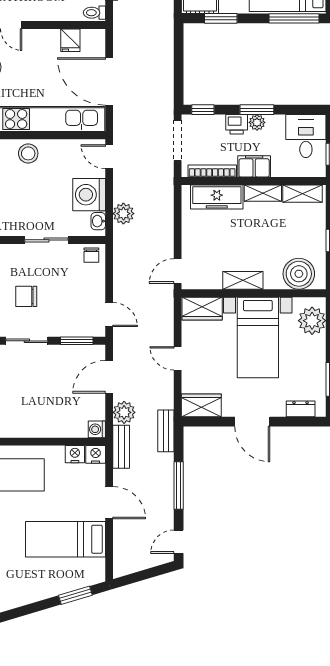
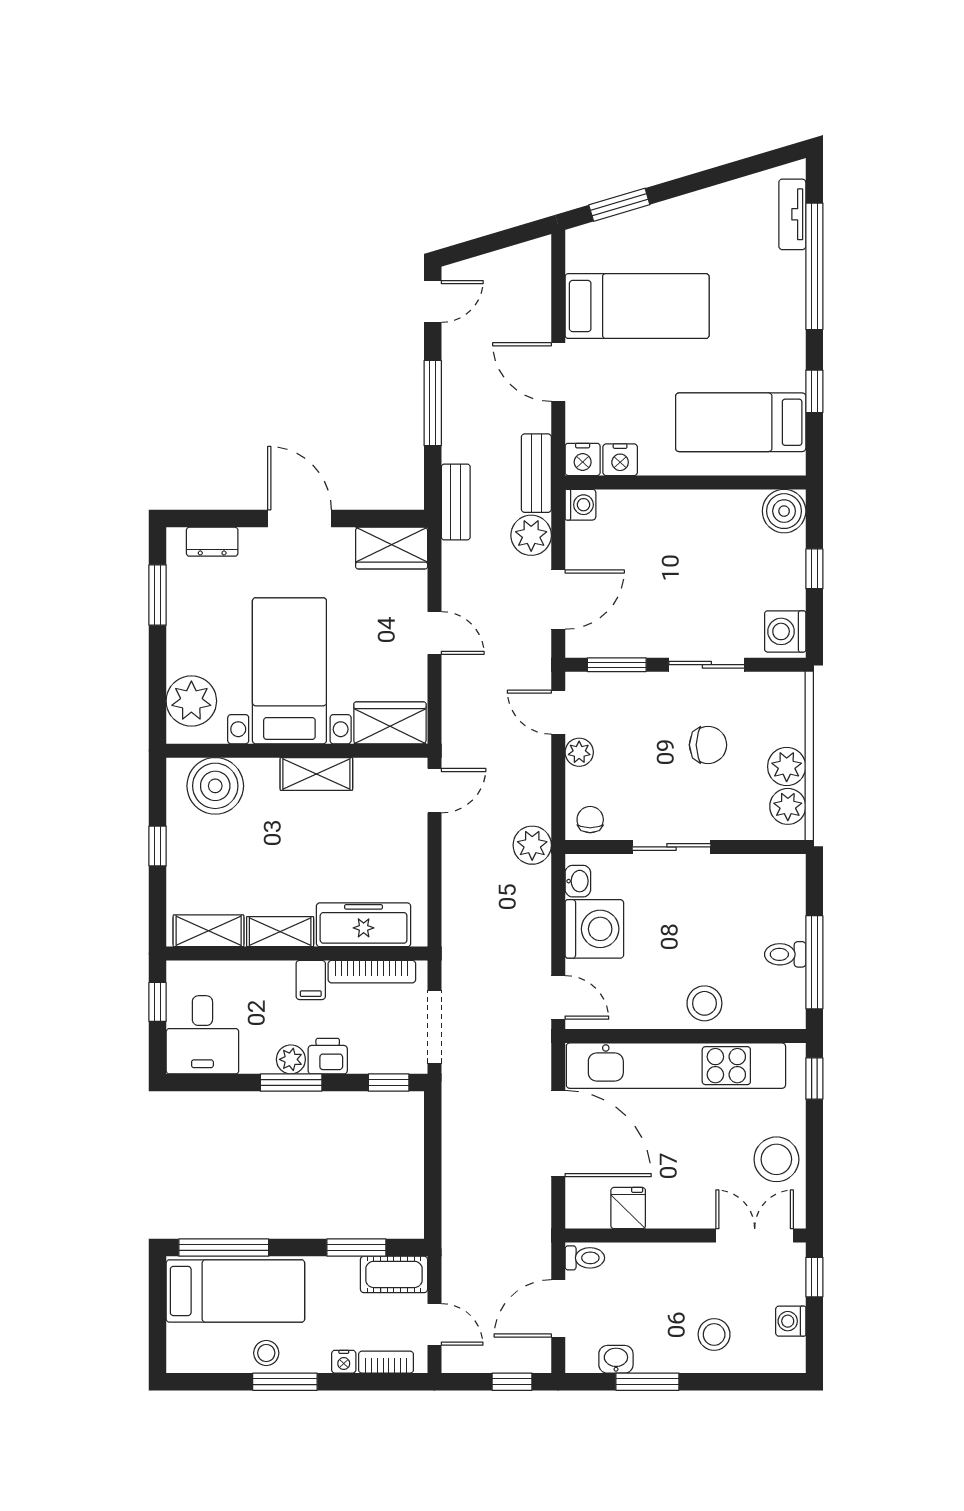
filing cabinet: (254, 166) -> (311, 980), width x0.50
plant: (123, 214) -> (532, 845), moved
plant: (97, 292) -> (579, 752), added

